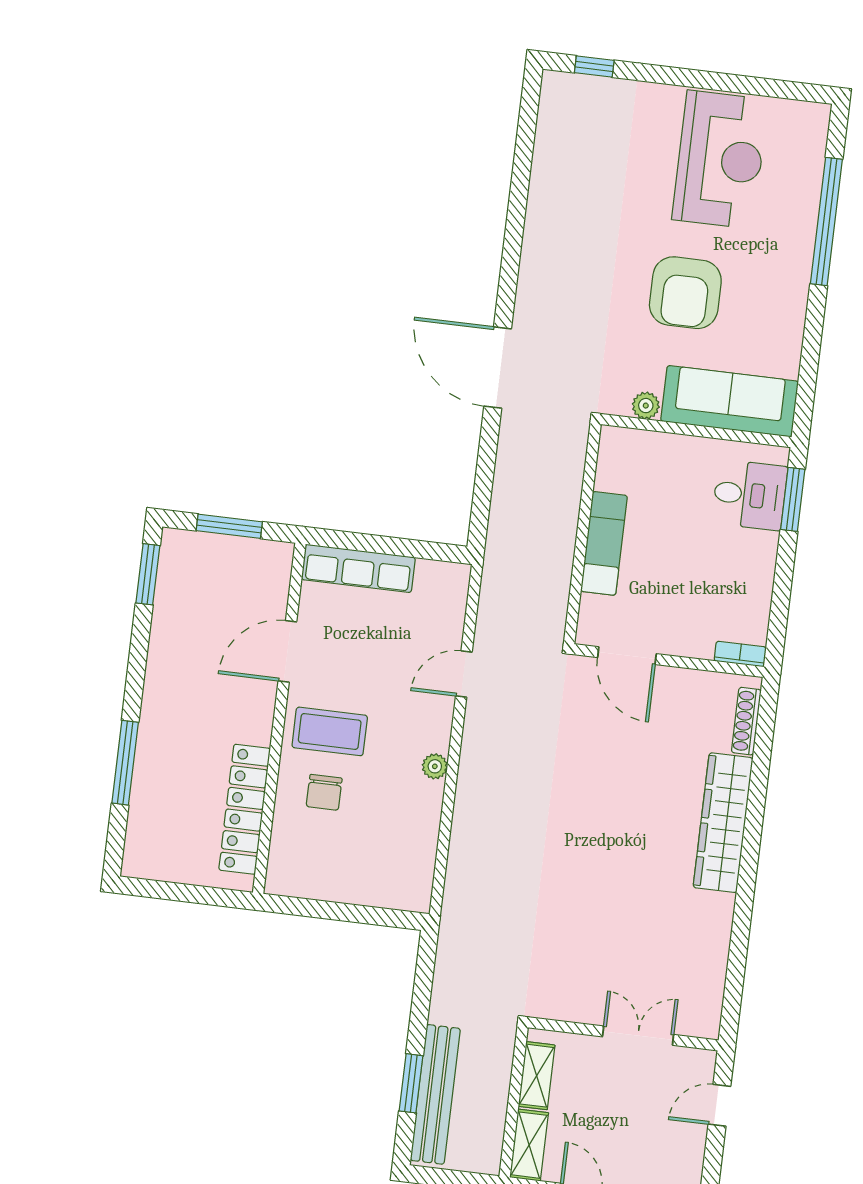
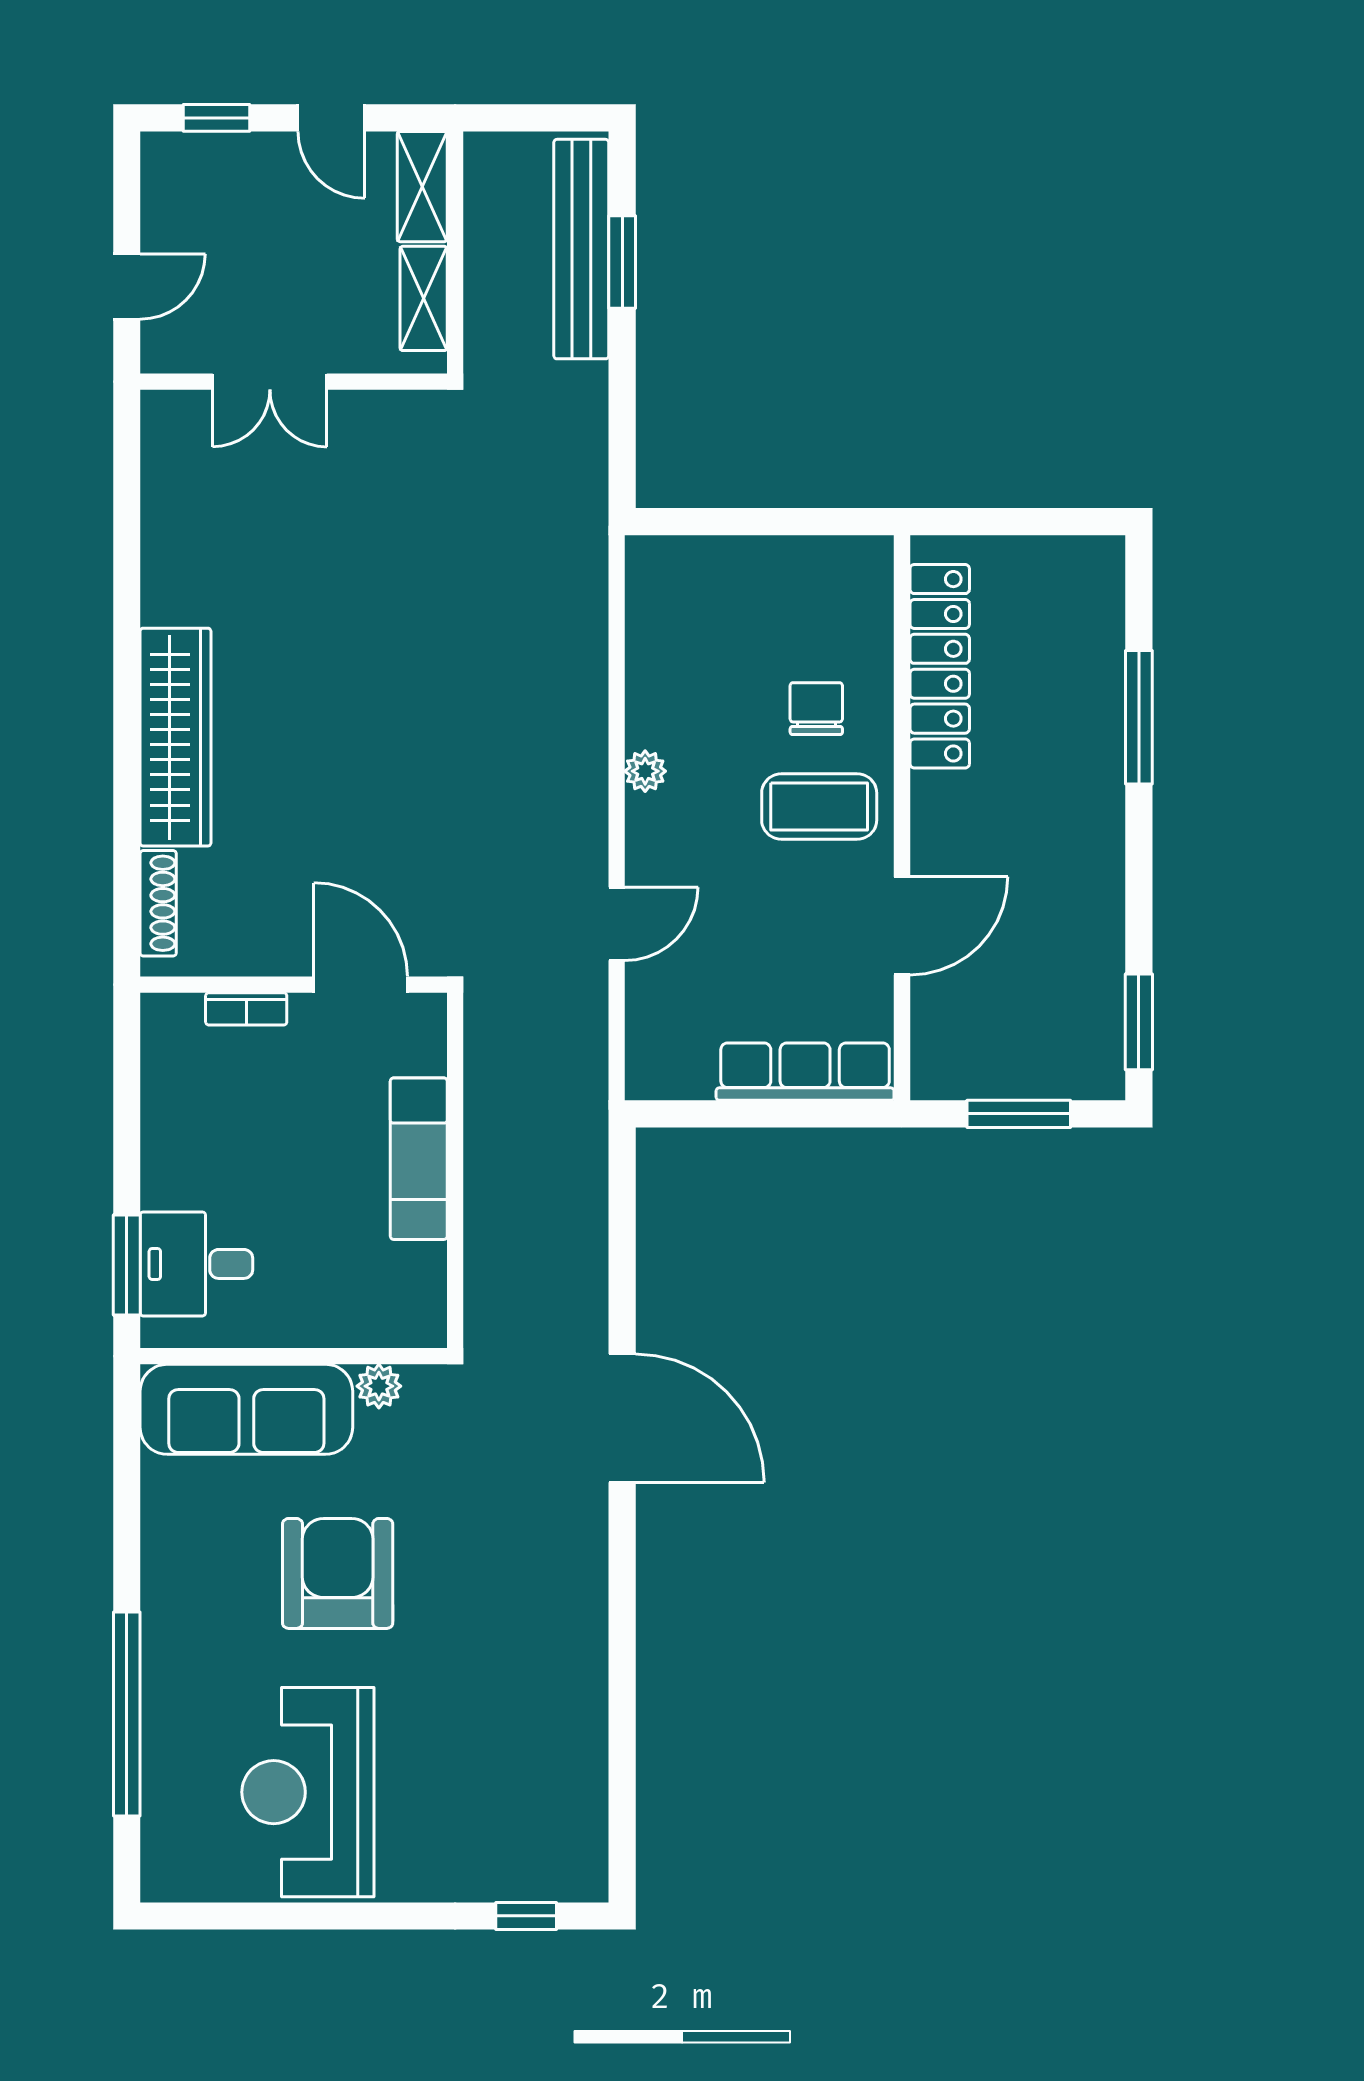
bookcase: (740, 654) -> (246, 1009), moved

